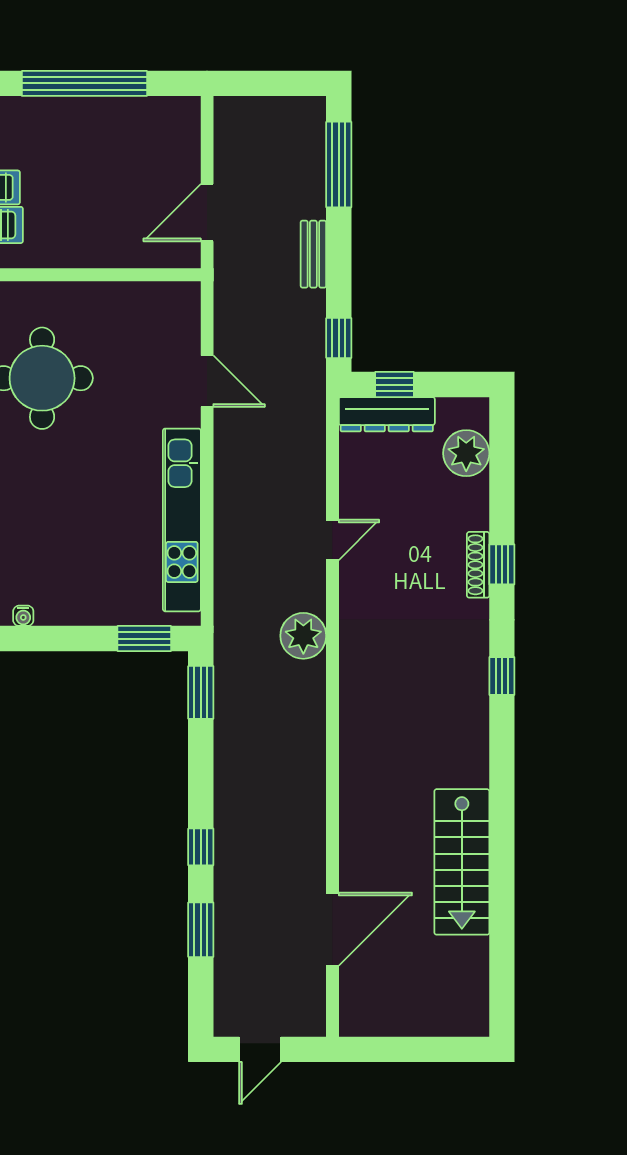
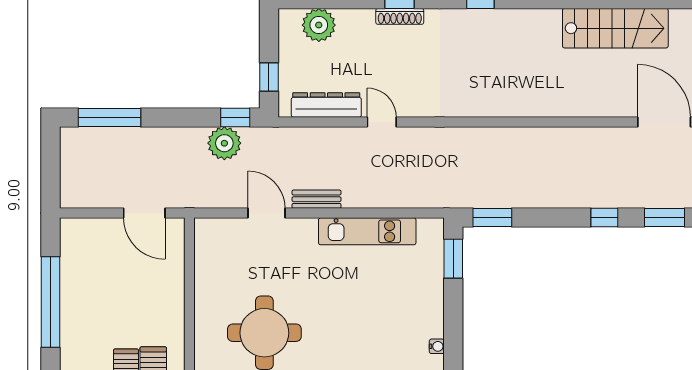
bench: (313, 254) -> (316, 199), moved
door: (207, 381) -> (267, 213), hinge flipped
dresser: (387, 414) -> (326, 105), moved, turned -90
kitchen unit: (182, 520) -> (367, 231), width x0.73
plant: (303, 636) -> (224, 143), moved

